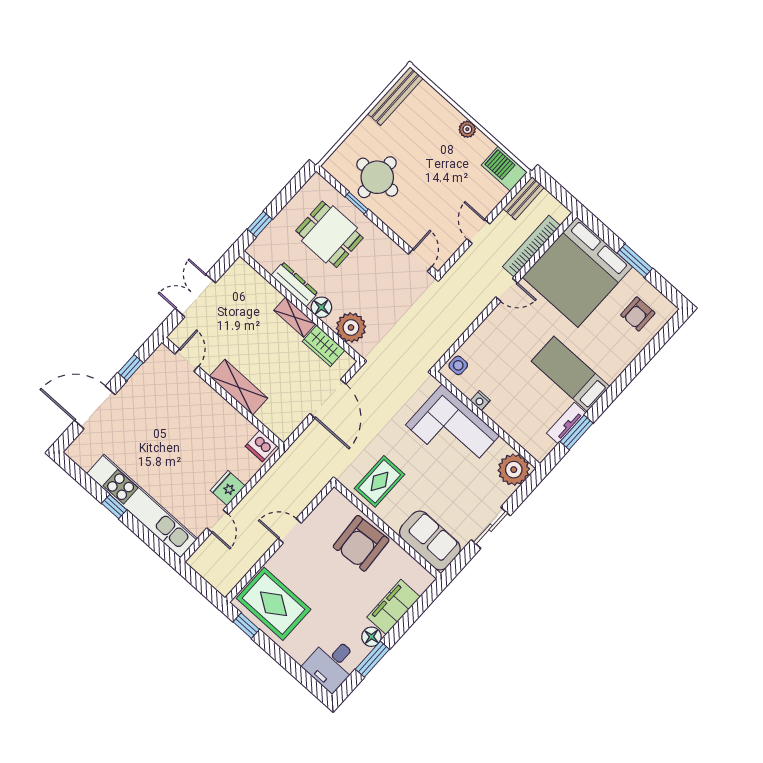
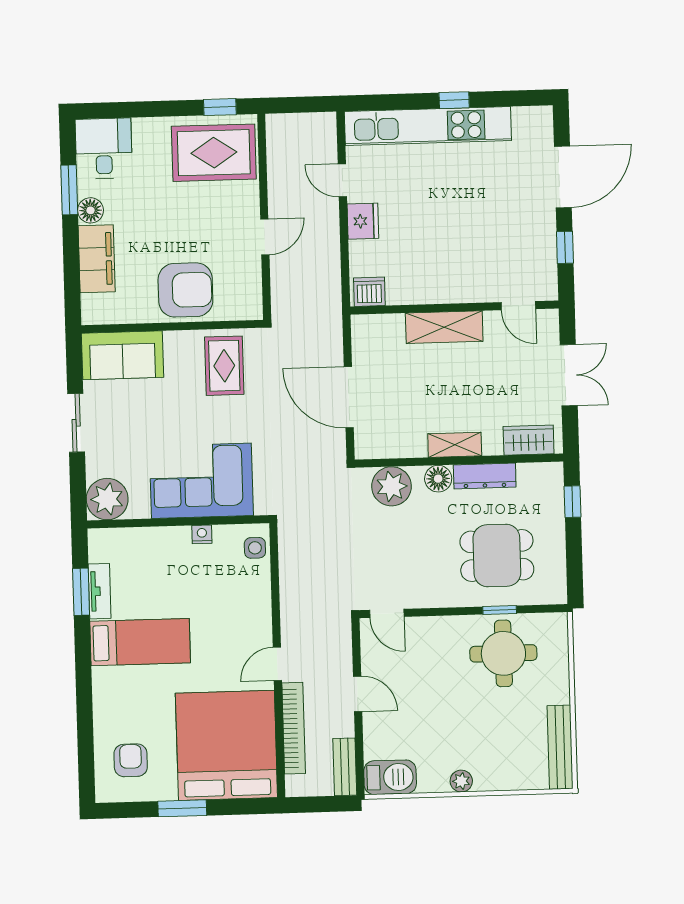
wardrobe: (324, 346) -> (529, 440), moved
armchair: (361, 543) -> (185, 290), turned 94

